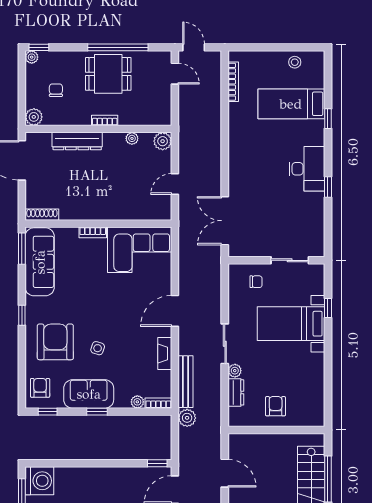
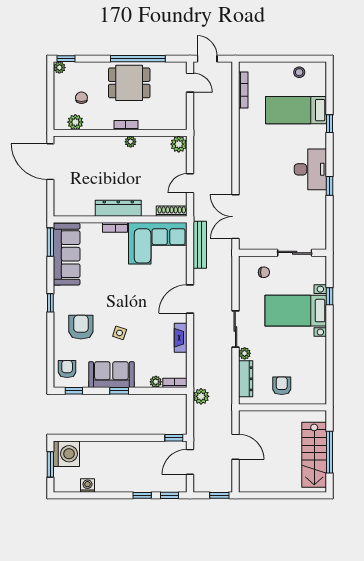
plant: (34, 117) -> (75, 122), moved
plant: (132, 138) -> (131, 142), moved
dresser: (77, 141) -> (118, 208), moved, turned 180
shoe rack: (42, 215) -> (172, 211), moved
armchair: (55, 342) -> (81, 327), width x0.73, depth x0.73
bench: (185, 382) -> (200, 245), moved
dresser: (236, 392) -> (246, 379), width x1.44

